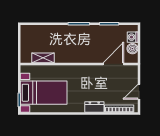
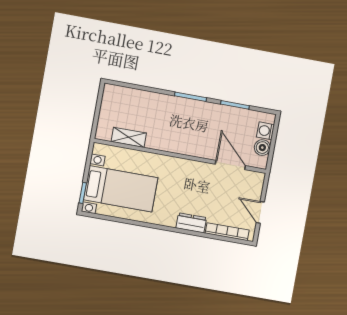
door: (113, 64) -> (230, 165), hinge flipped
door: (139, 92) -> (260, 212), hinge flipped

